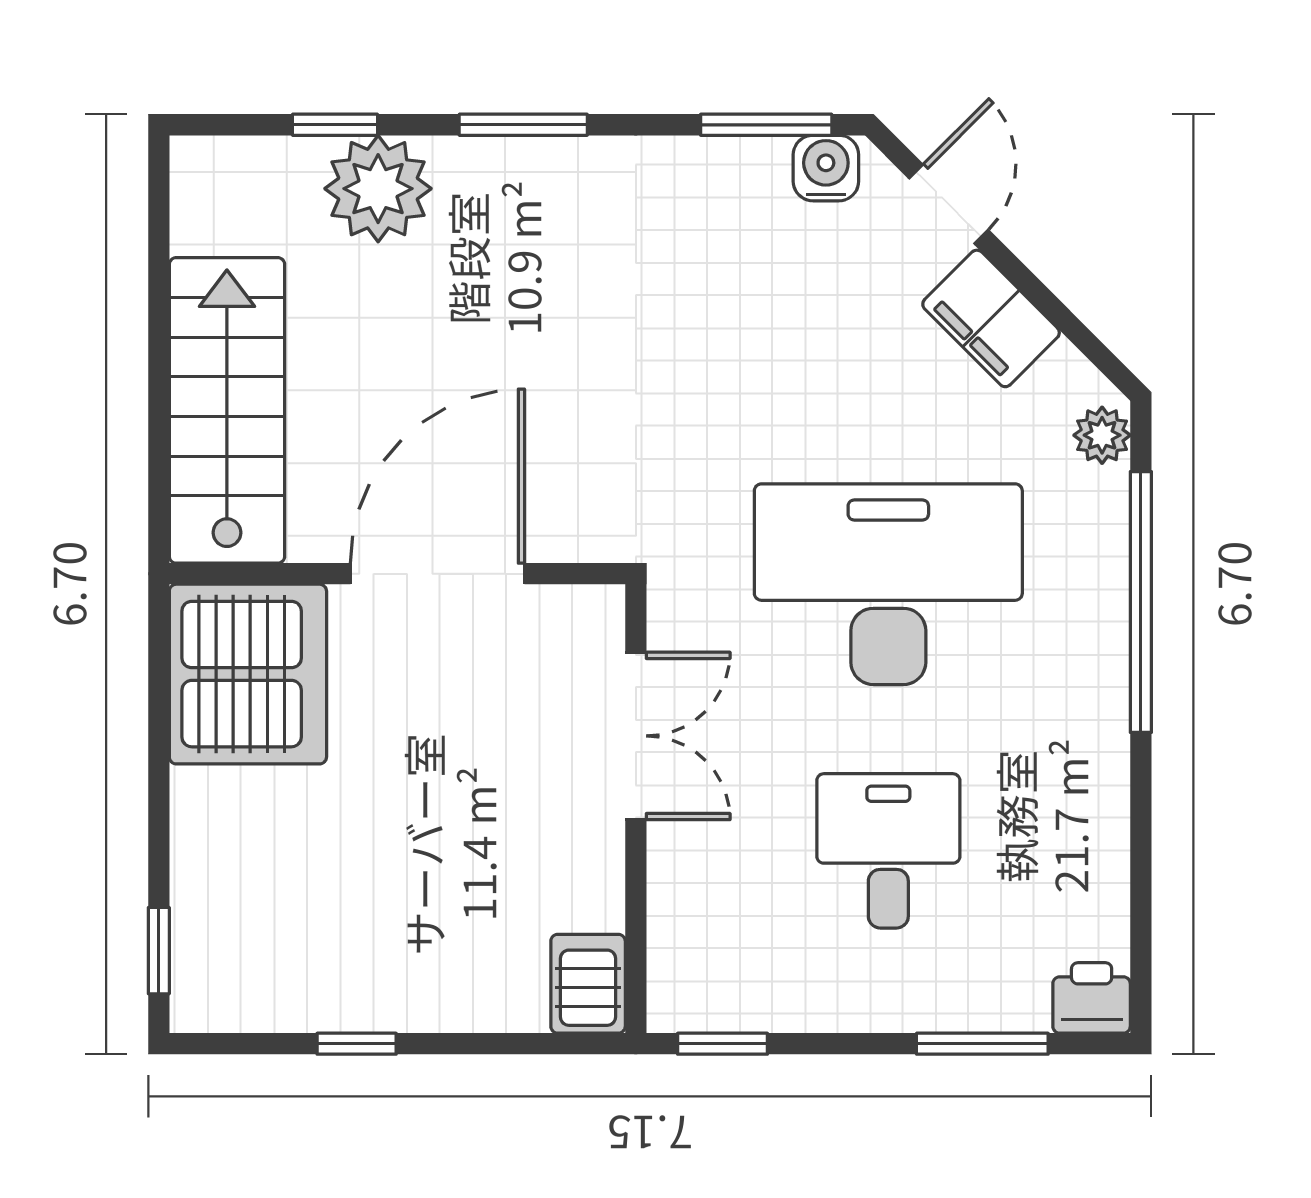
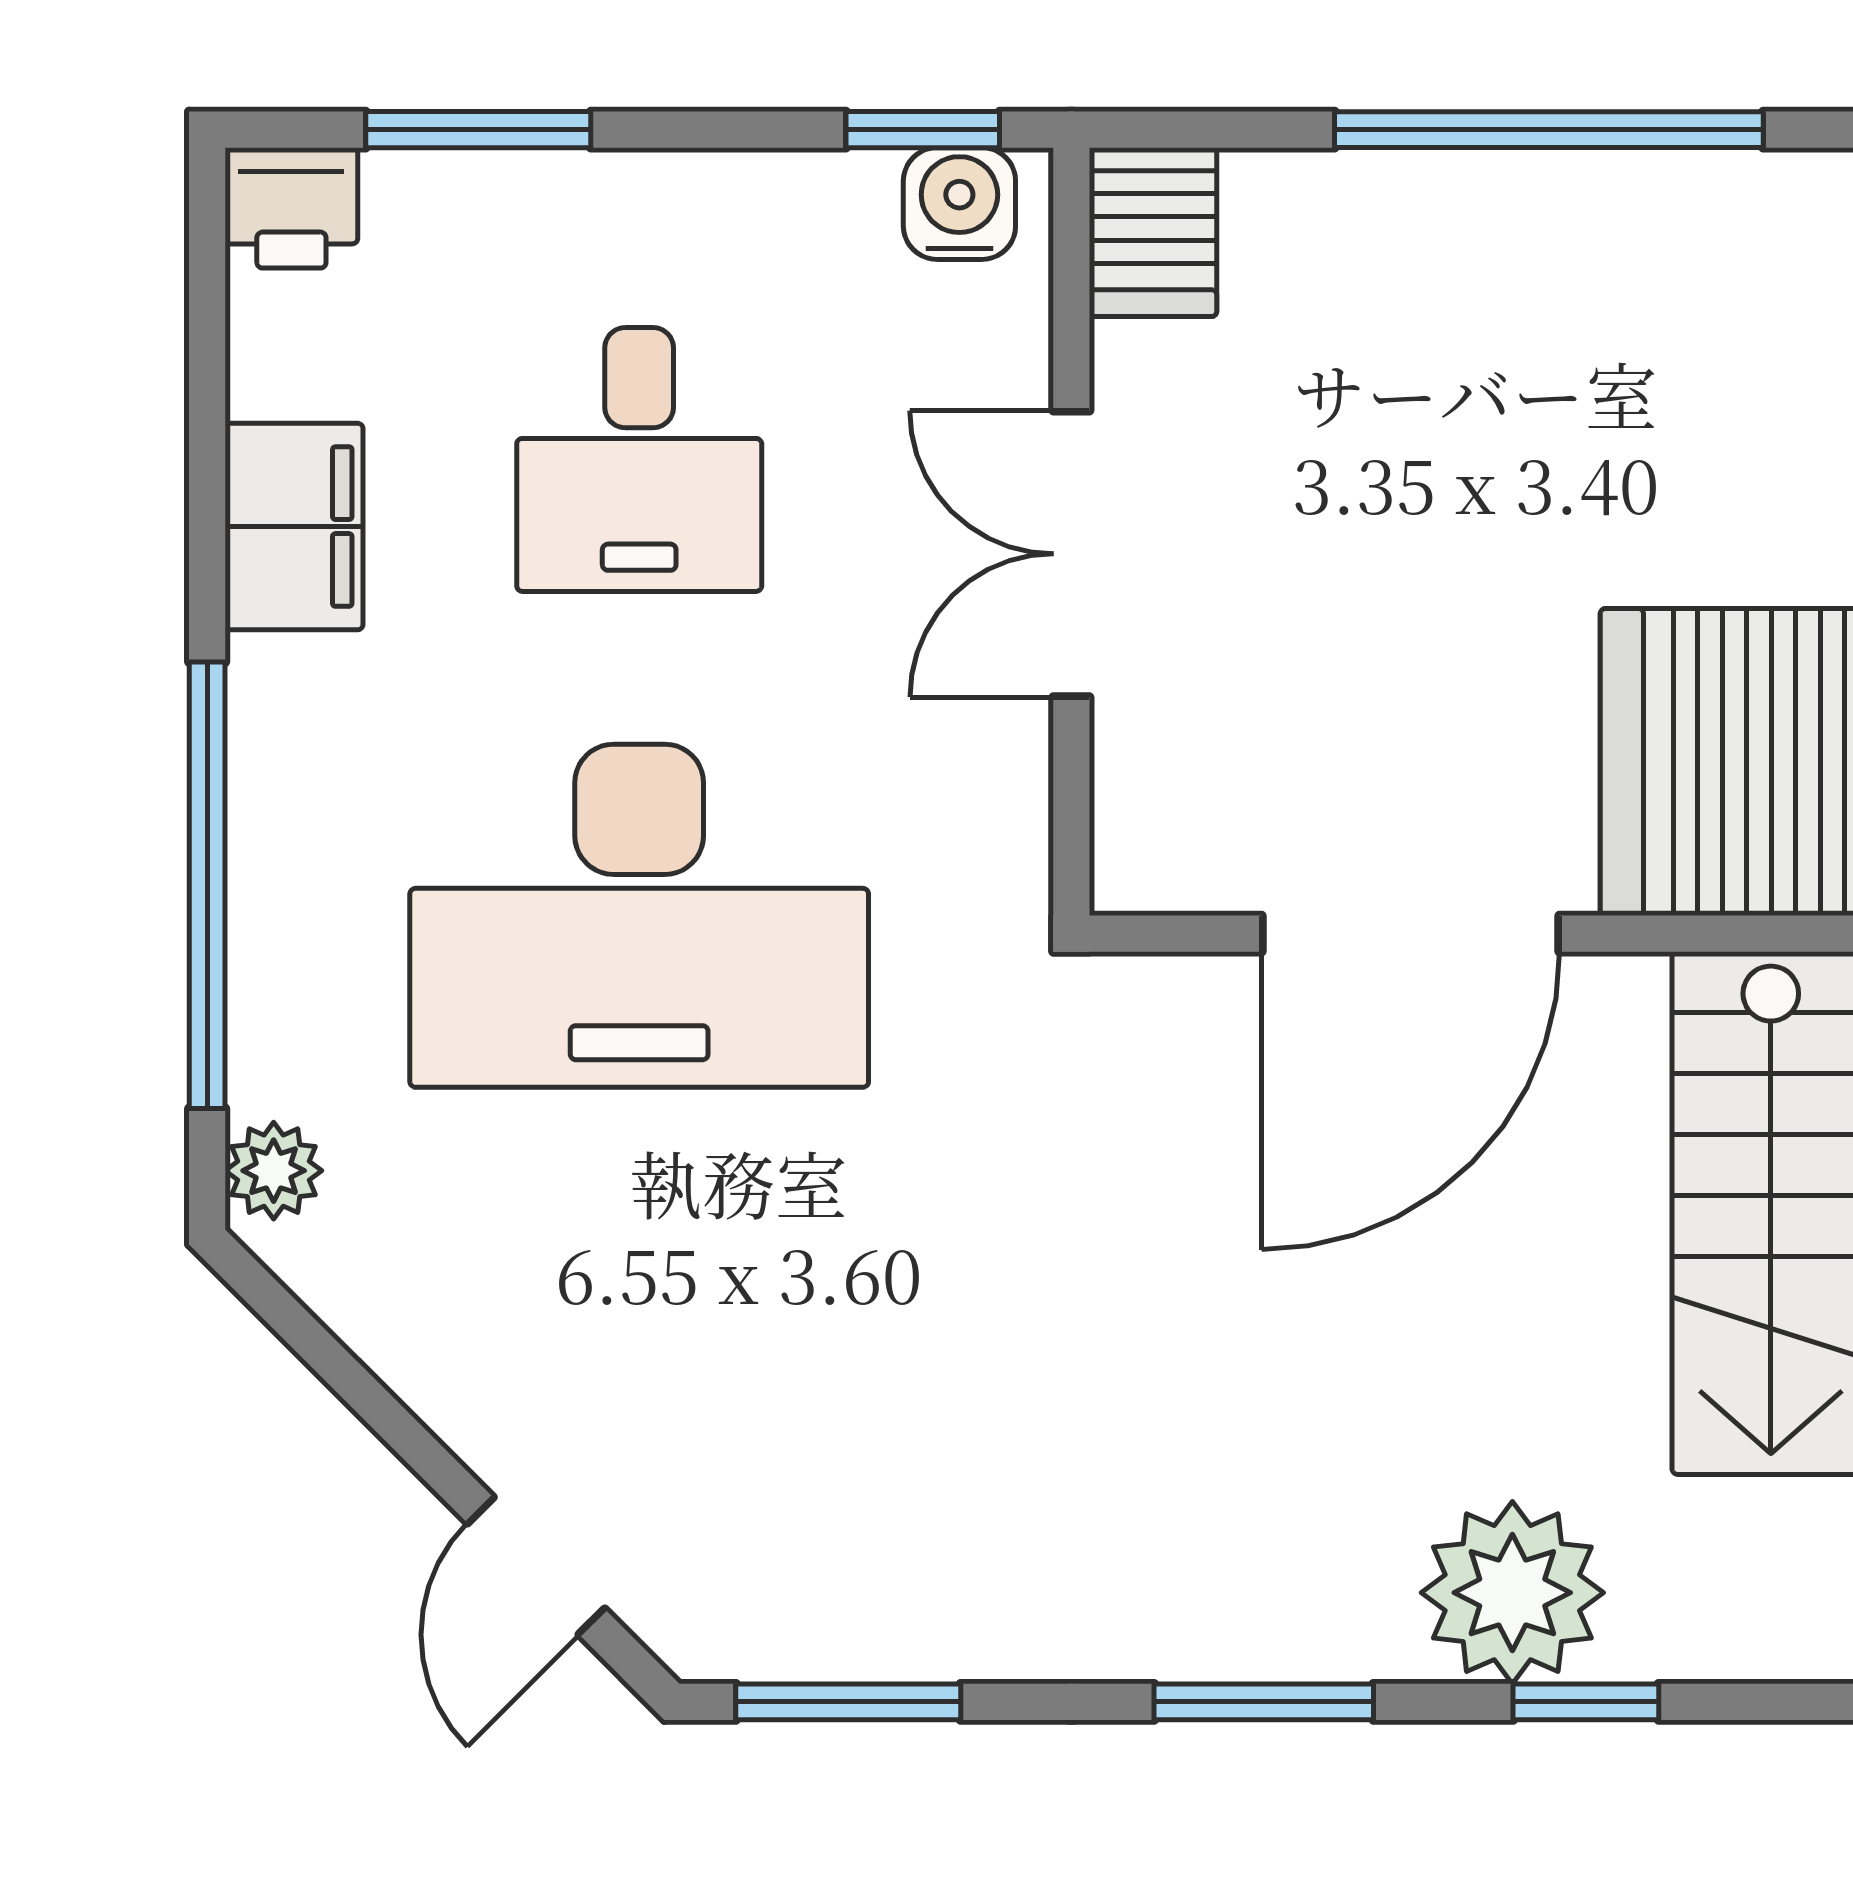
water cooler: (826, 168) -> (959, 204), moved, turned 180
filing cabinet: (991, 318) -> (294, 527), moved, turned 45
double door: (636, 736) -> (1071, 554), moved
window: (357, 1044) -> (1549, 130), width x3.17

